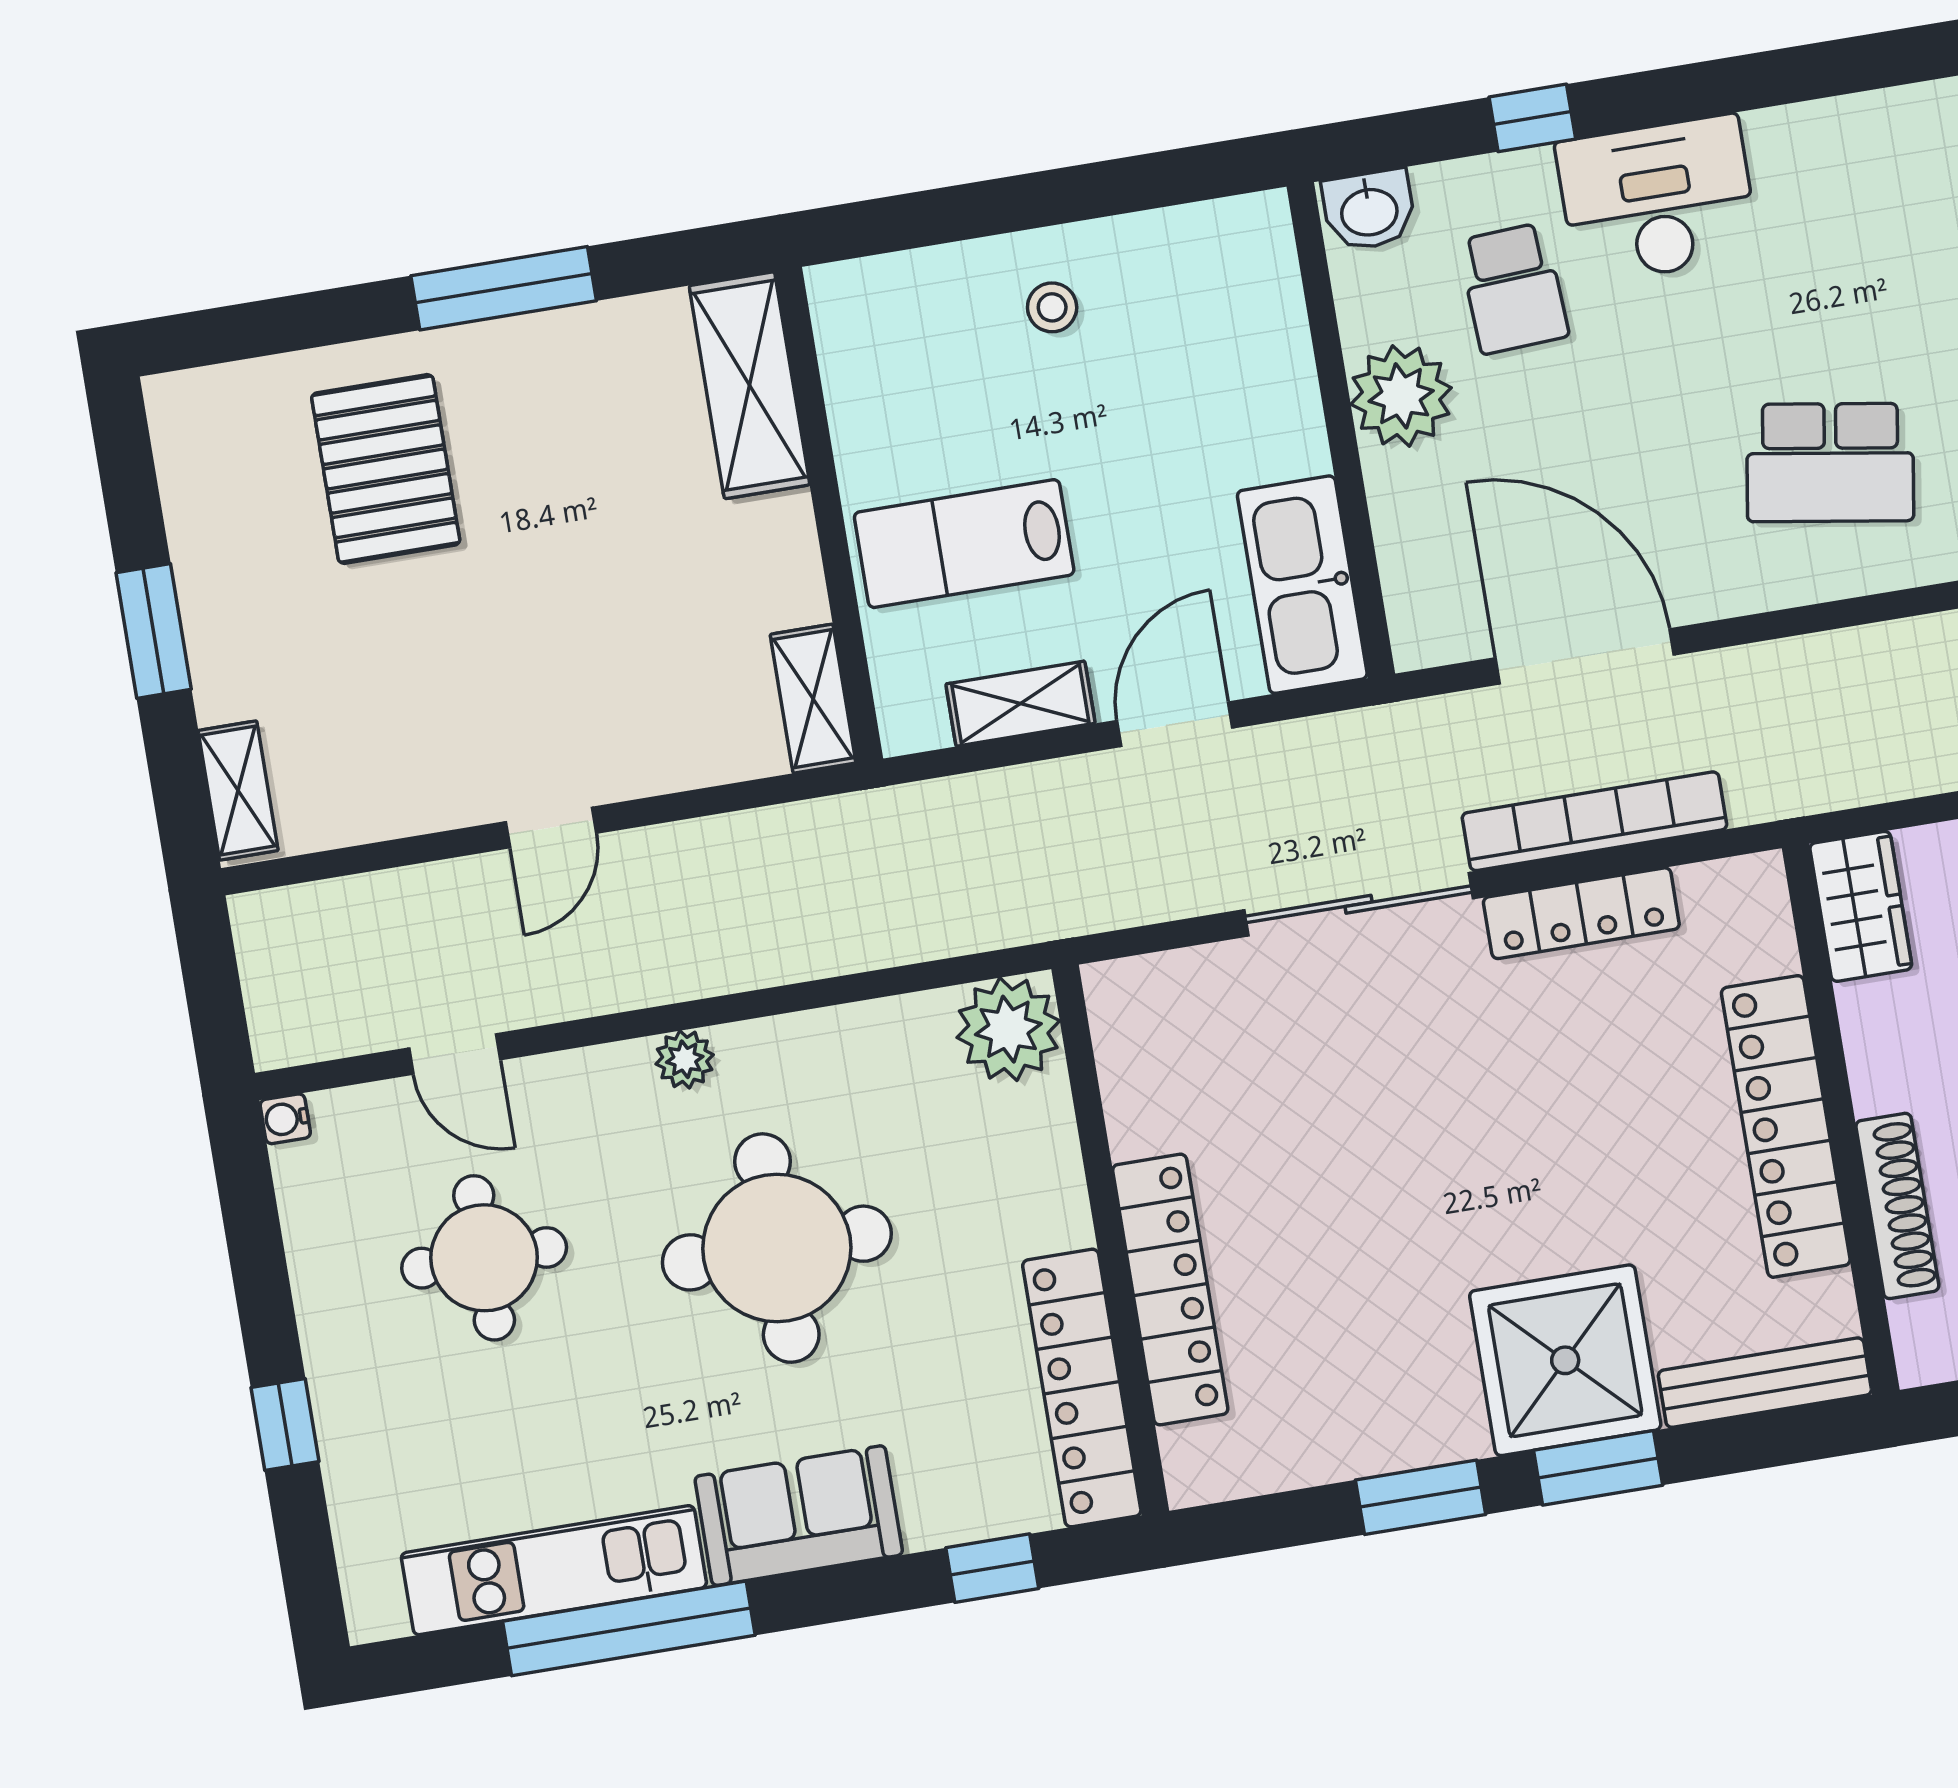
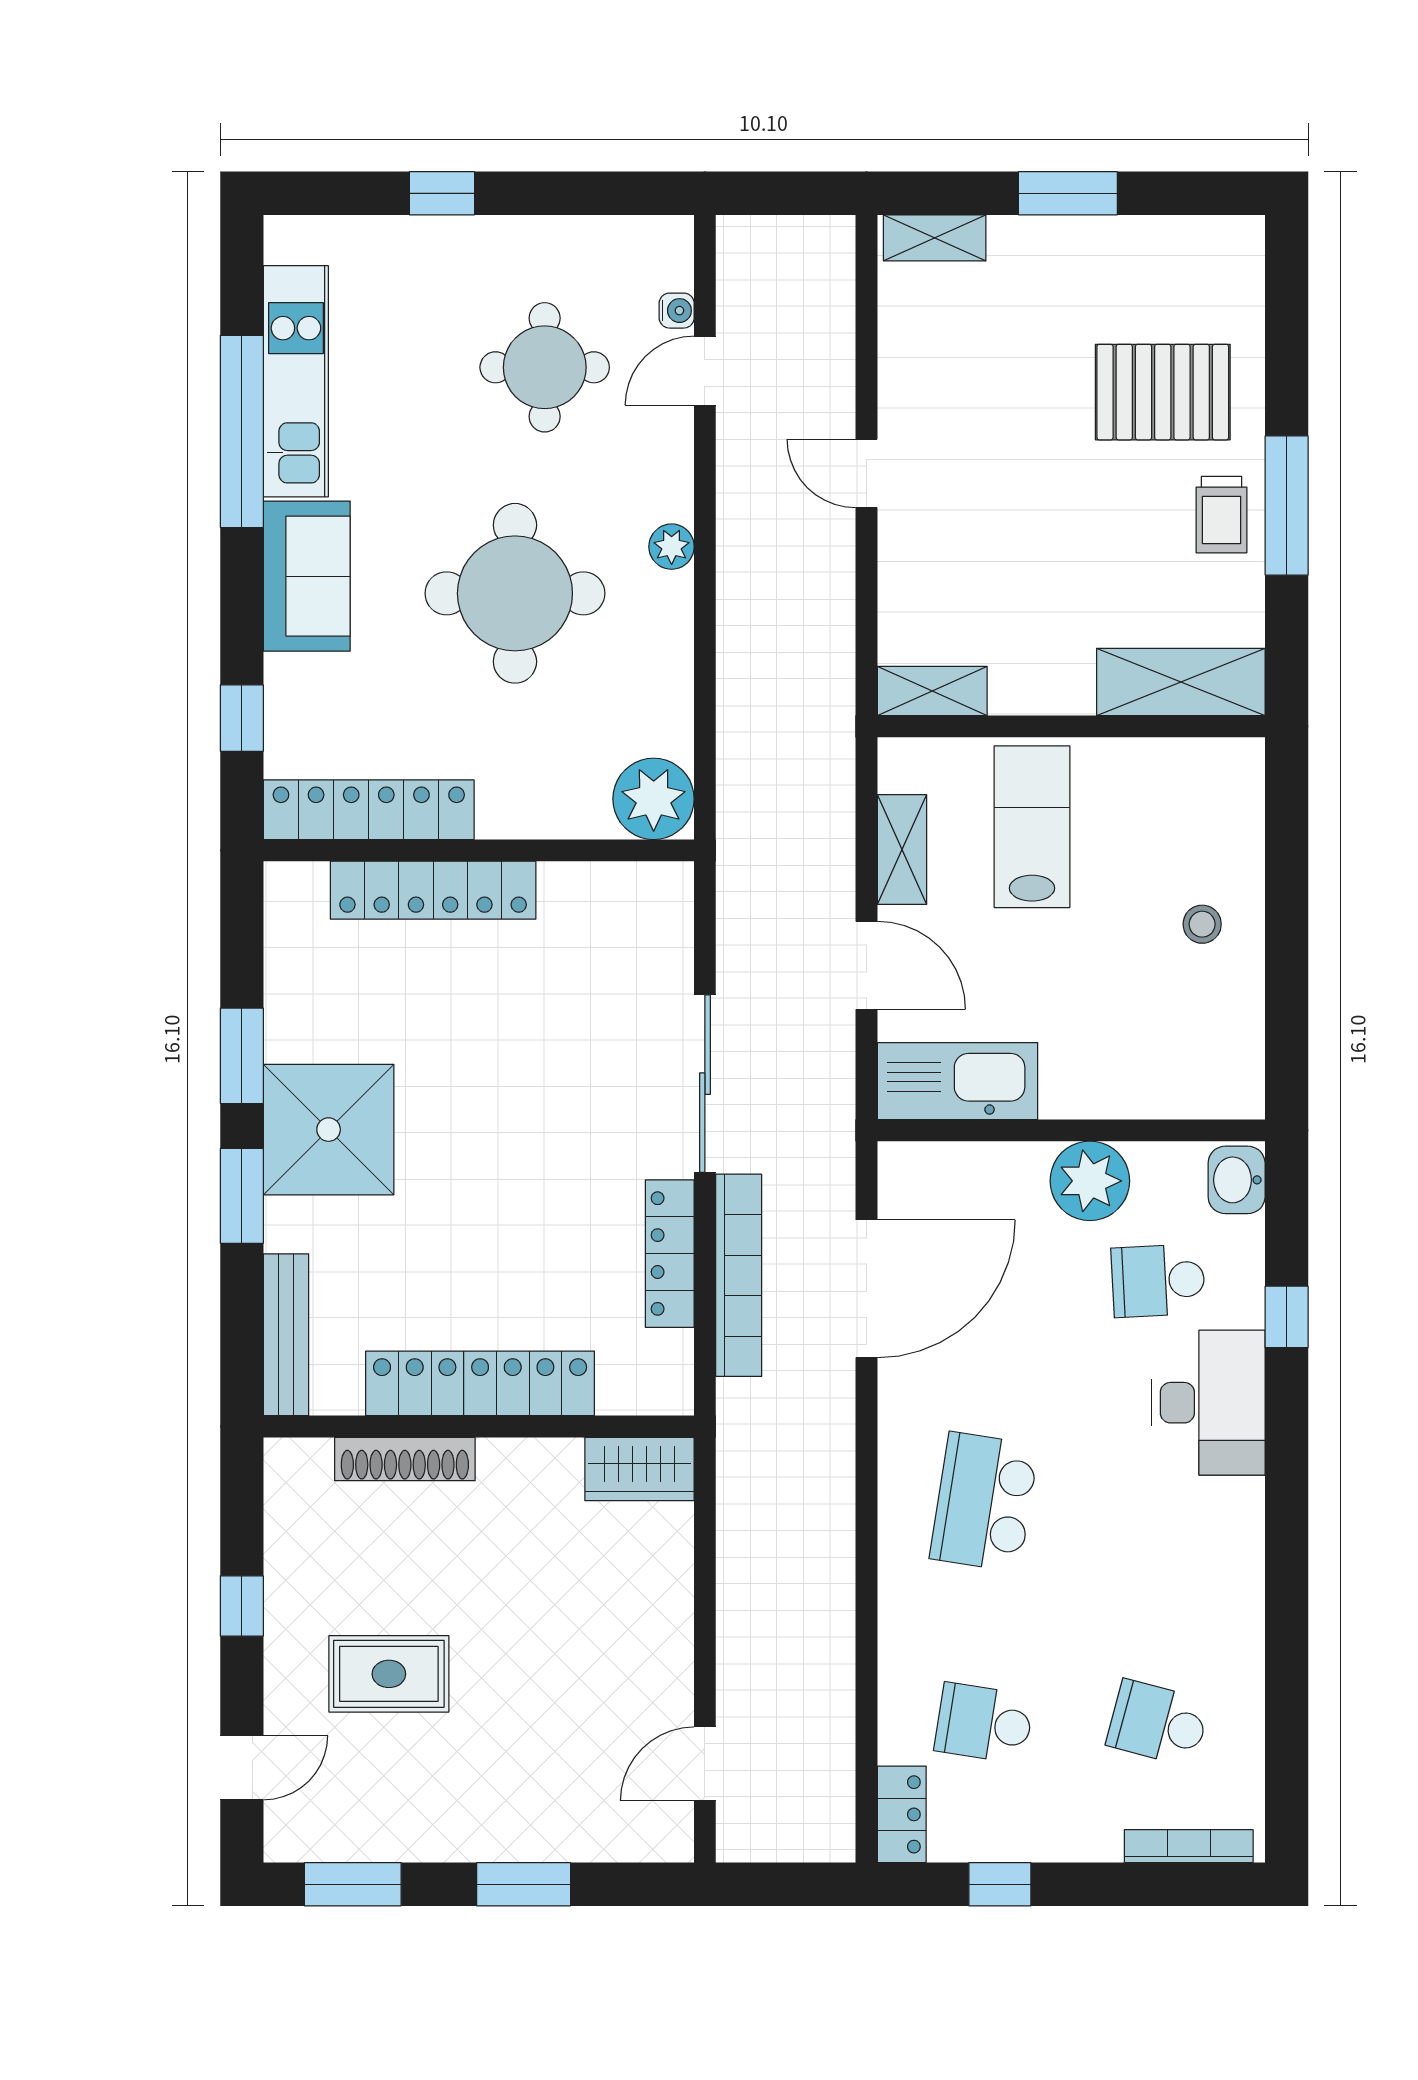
trolley: (529, 369) -> (1222, 515), added
water cooler: (285, 1119) -> (677, 311), moved, turned 90
shower: (1565, 1360) -> (329, 1130), moved

